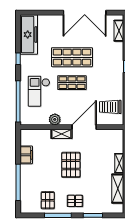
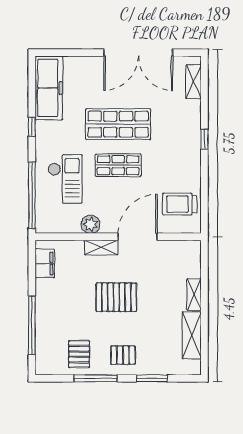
checkout: (39, 91) -> (65, 179), turned 180
filing cabinet: (26, 155) -> (45, 263), moved
pallet: (71, 165) -> (116, 297), turned 90

